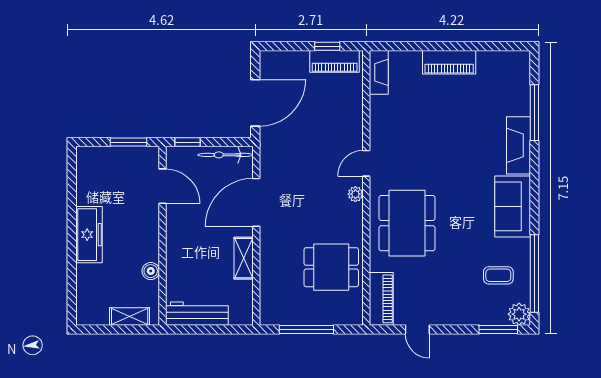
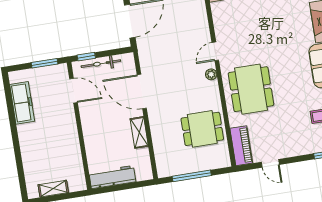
bicycle: (225, 155) -> (101, 64), moved
door: (256, 202) -> (142, 91), hinge flipped
freezer: (89, 235) -> (22, 103), moved
boiler: (151, 271) -> (75, 152), removed
shelving: (130, 316) -> (53, 189), moved

